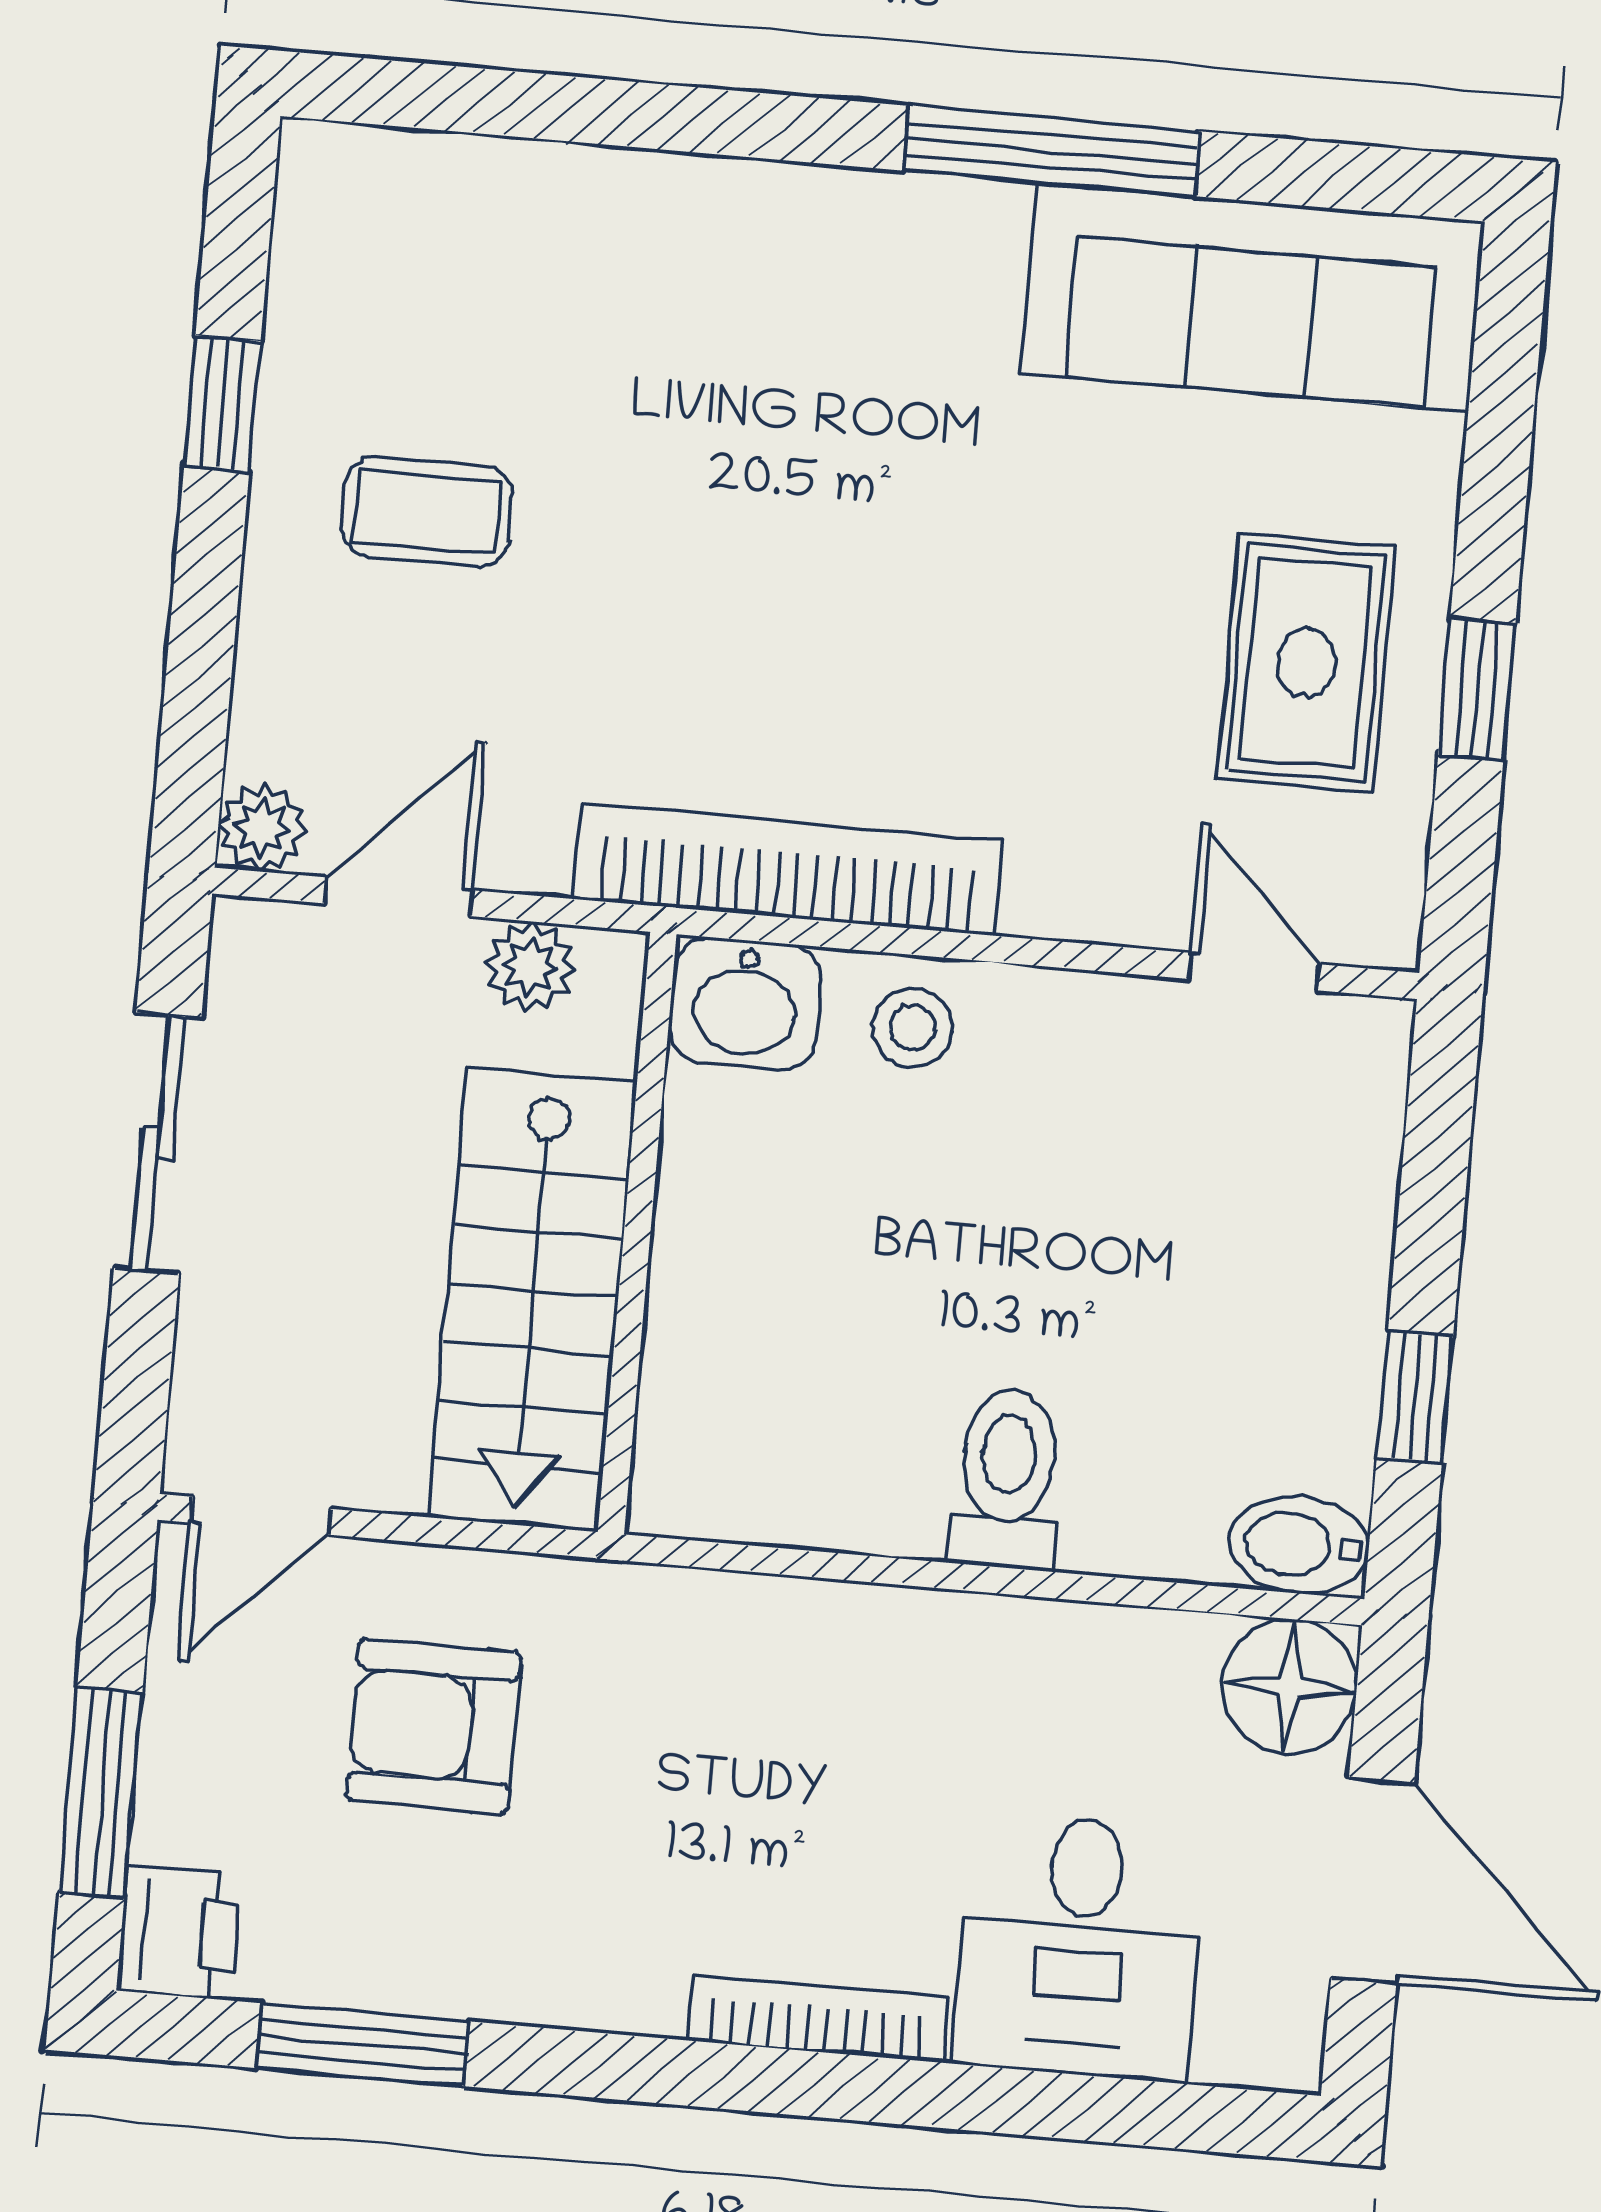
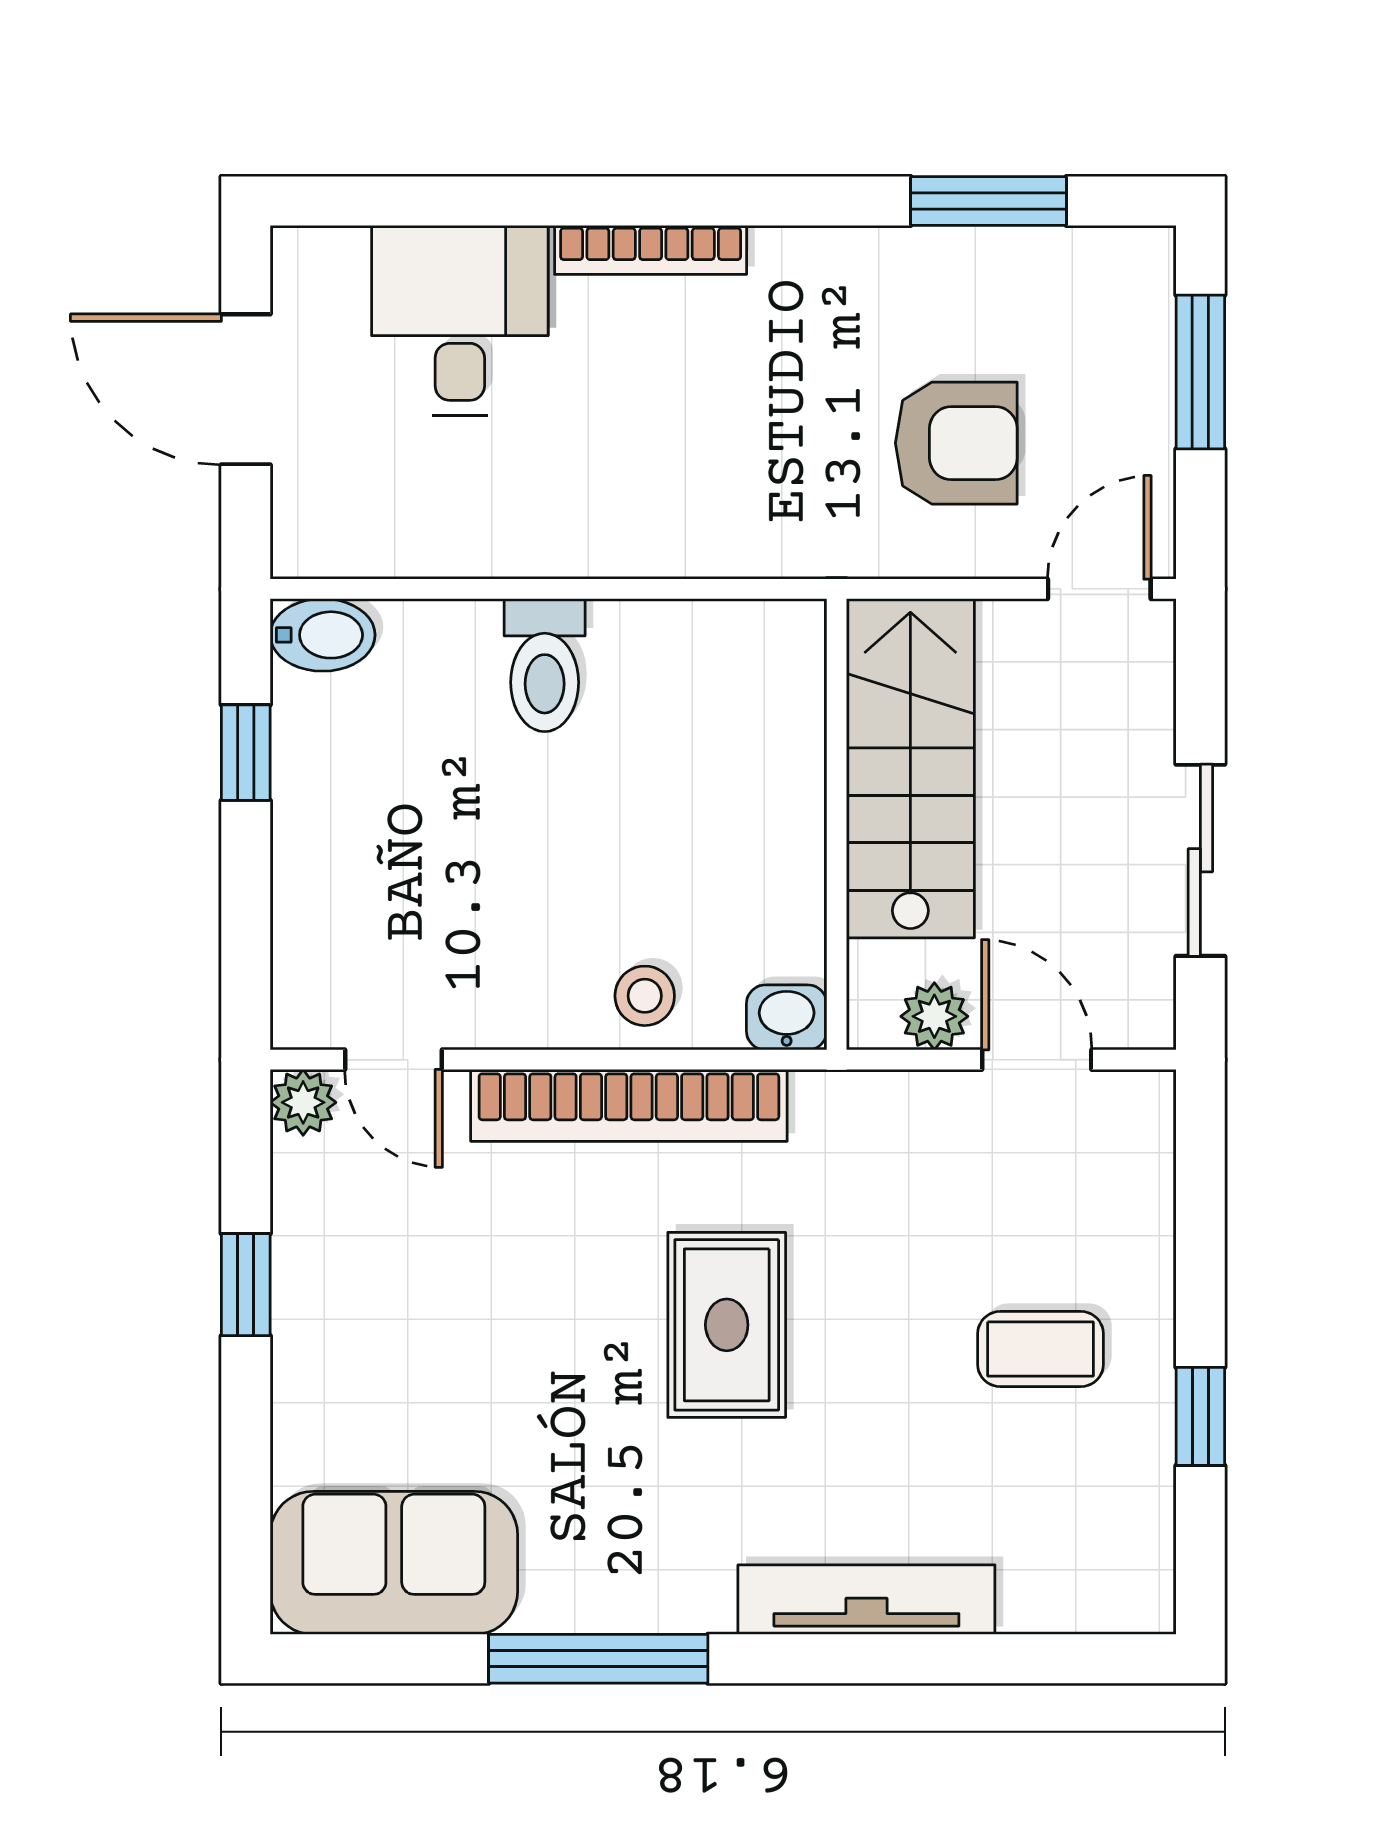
tv unit: (688, 198) -> (866, 1600), added
sofa: (1253, 297) -> (394, 1563), width x0.73
rug: (1306, 663) -> (727, 1325), moved
plant: (262, 828) -> (303, 1102), moved
bookcase: (788, 870) -> (629, 1105), moved
door: (398, 897) -> (1037, 1060), swing flipped
washbasin: (745, 1003) -> (787, 1017), width x0.72, depth x0.69
floor lamp: (1289, 1687) -> (321, 529), removed
printer: (179, 1933) -> (1133, 273), removed

